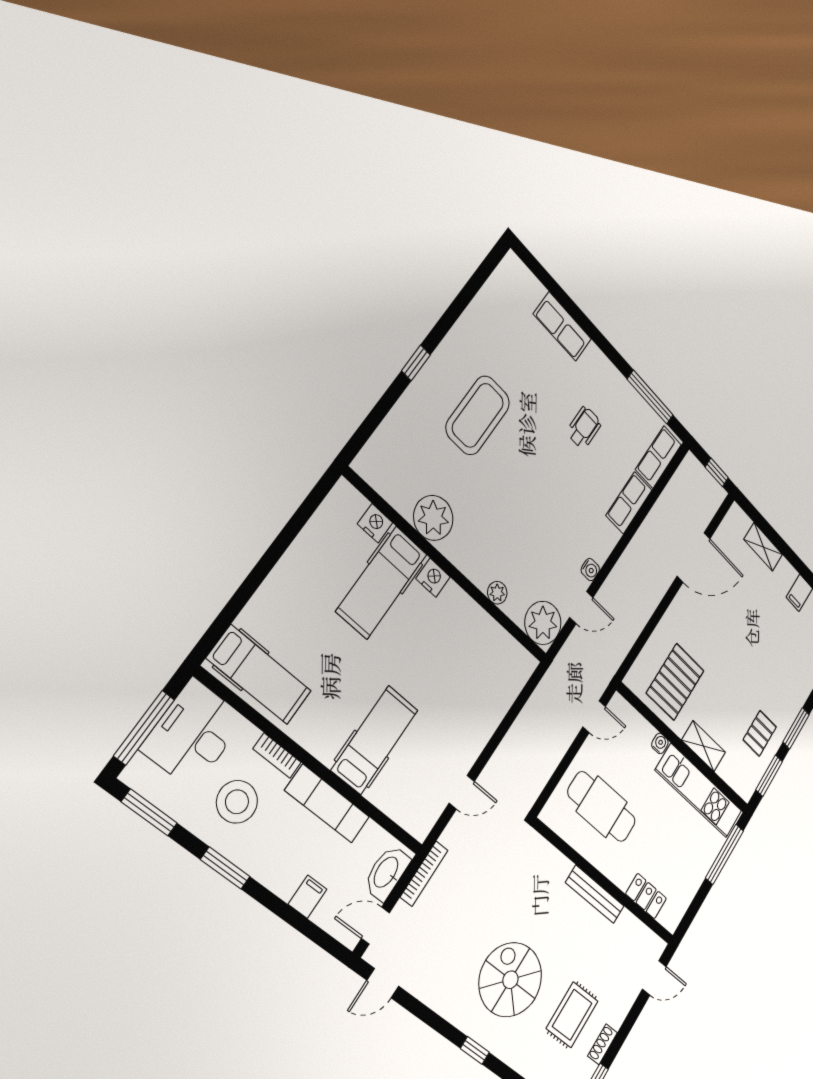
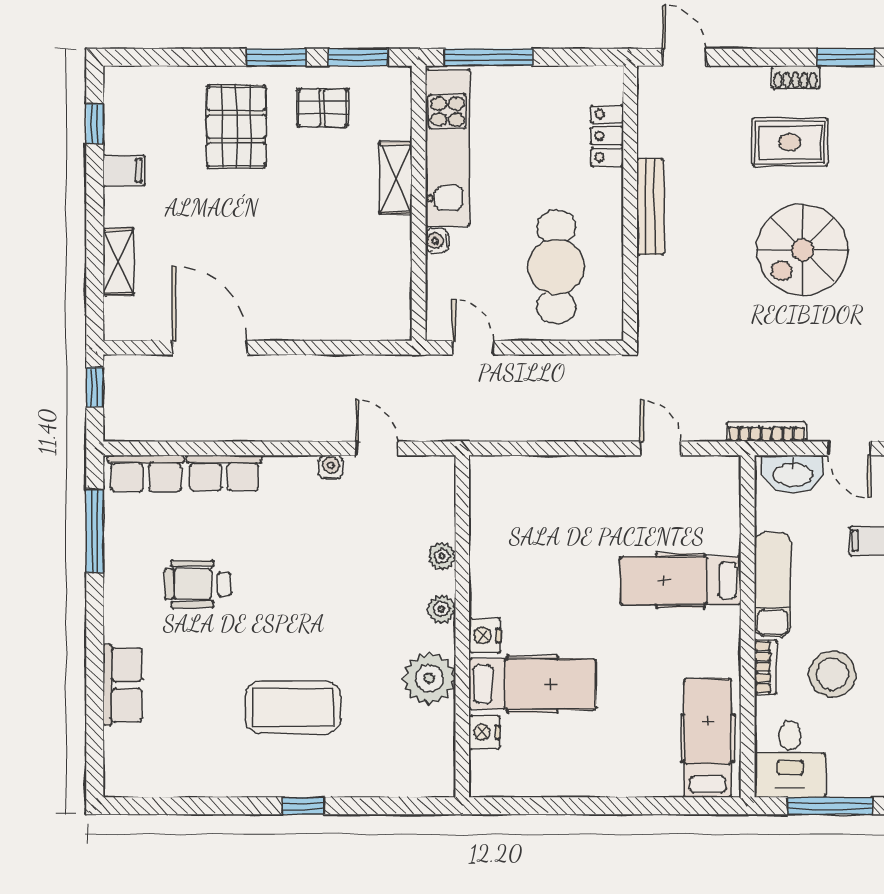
wheelchair: (584, 428) -> (198, 584), width x1.36, depth x1.37
plant: (543, 623) -> (441, 609), moved, width x0.53, depth x0.53
pallet: (675, 682) -> (236, 127), moved, turned 90
desk: (193, 734) -> (790, 759), width x0.73

